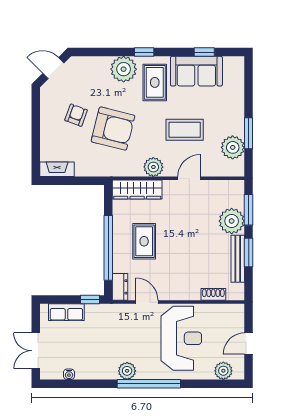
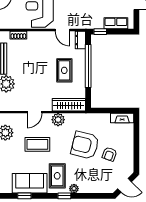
plant: (124, 69) -> (74, 189), width x0.53, depth x0.53

